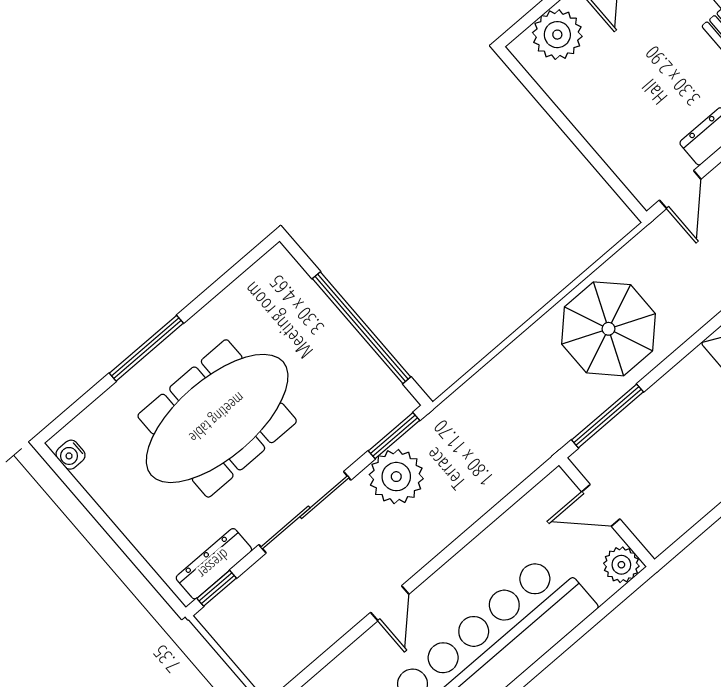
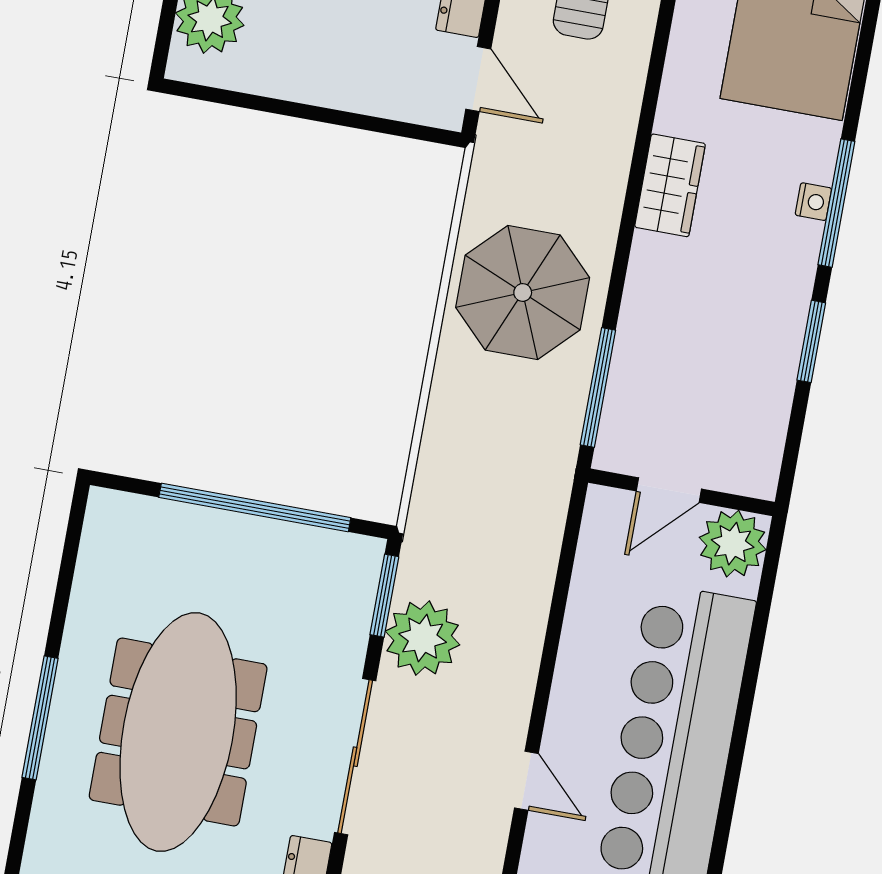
plant: (621, 565) -> (733, 544), width x1.36, depth x1.36

